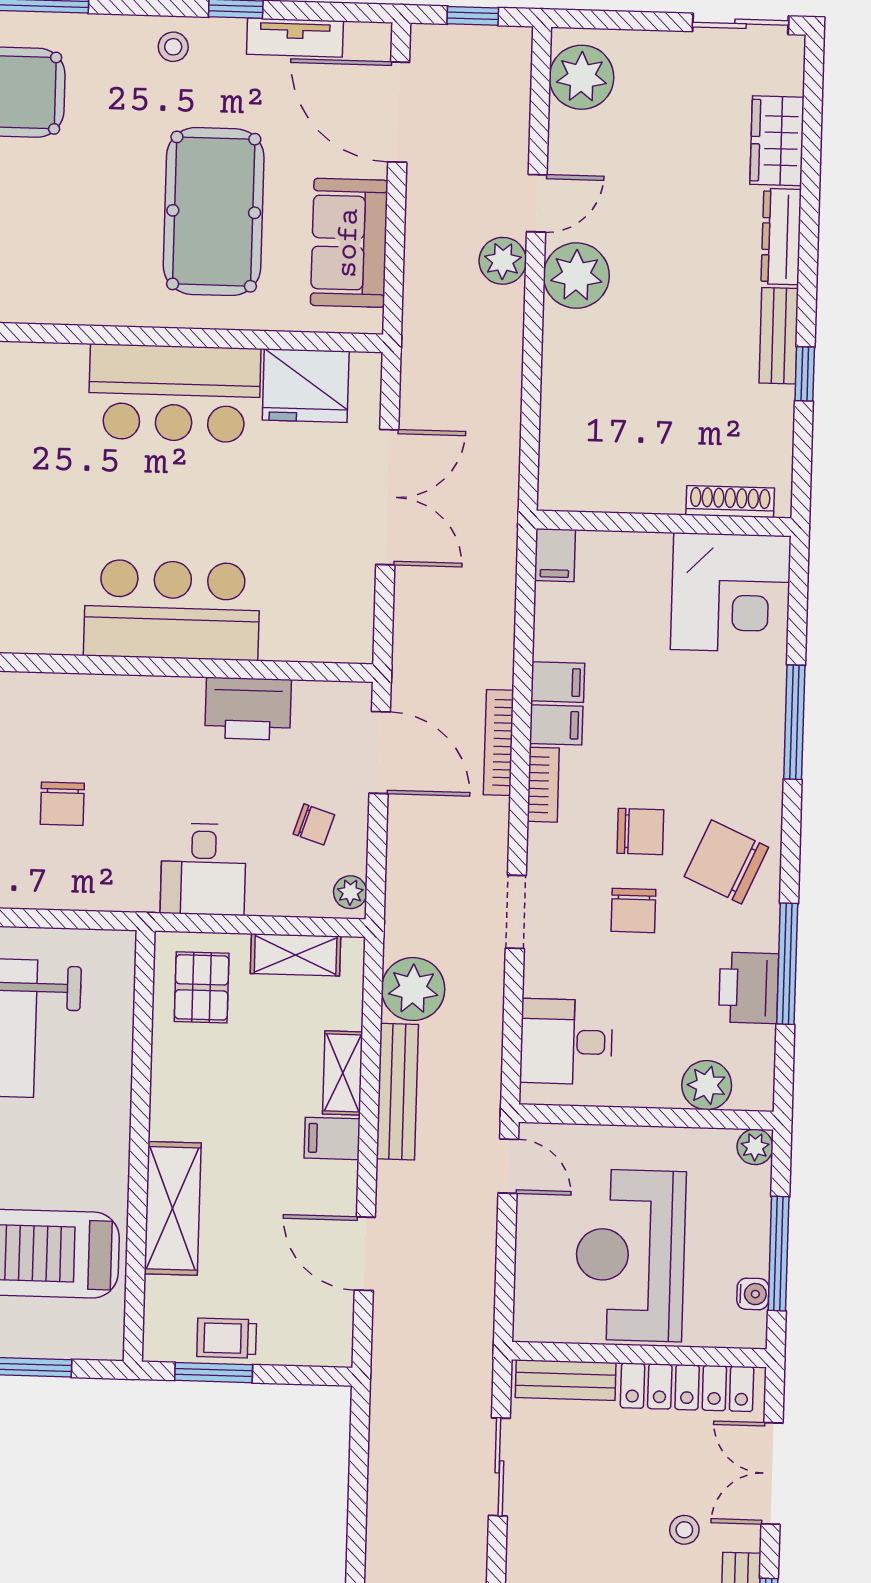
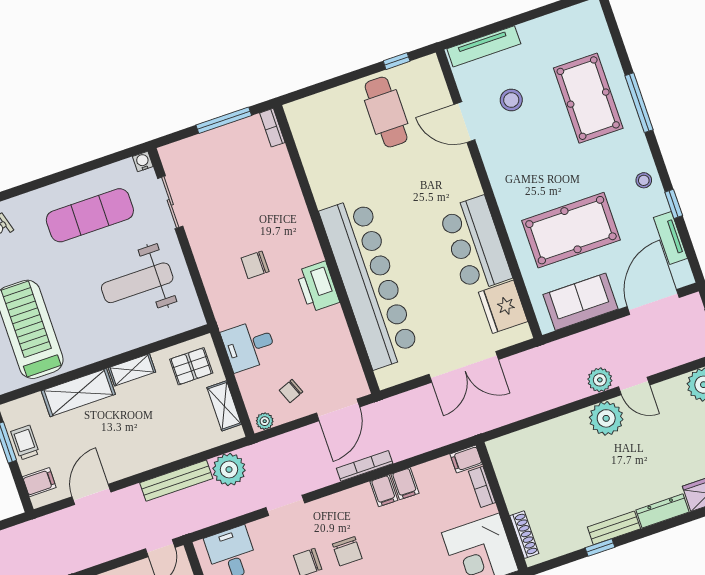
bar counter: (172, 610) -> (369, 283), width x1.86
printer: (248, 709) -> (318, 287), moved
bookcase: (543, 785) -> (482, 487), moved, turned 90
chair: (314, 824) -> (291, 391), turned 50
shelving: (343, 1073) -> (132, 370), moved
filing cabinet: (332, 1138) -> (39, 482), moved, turned 90

